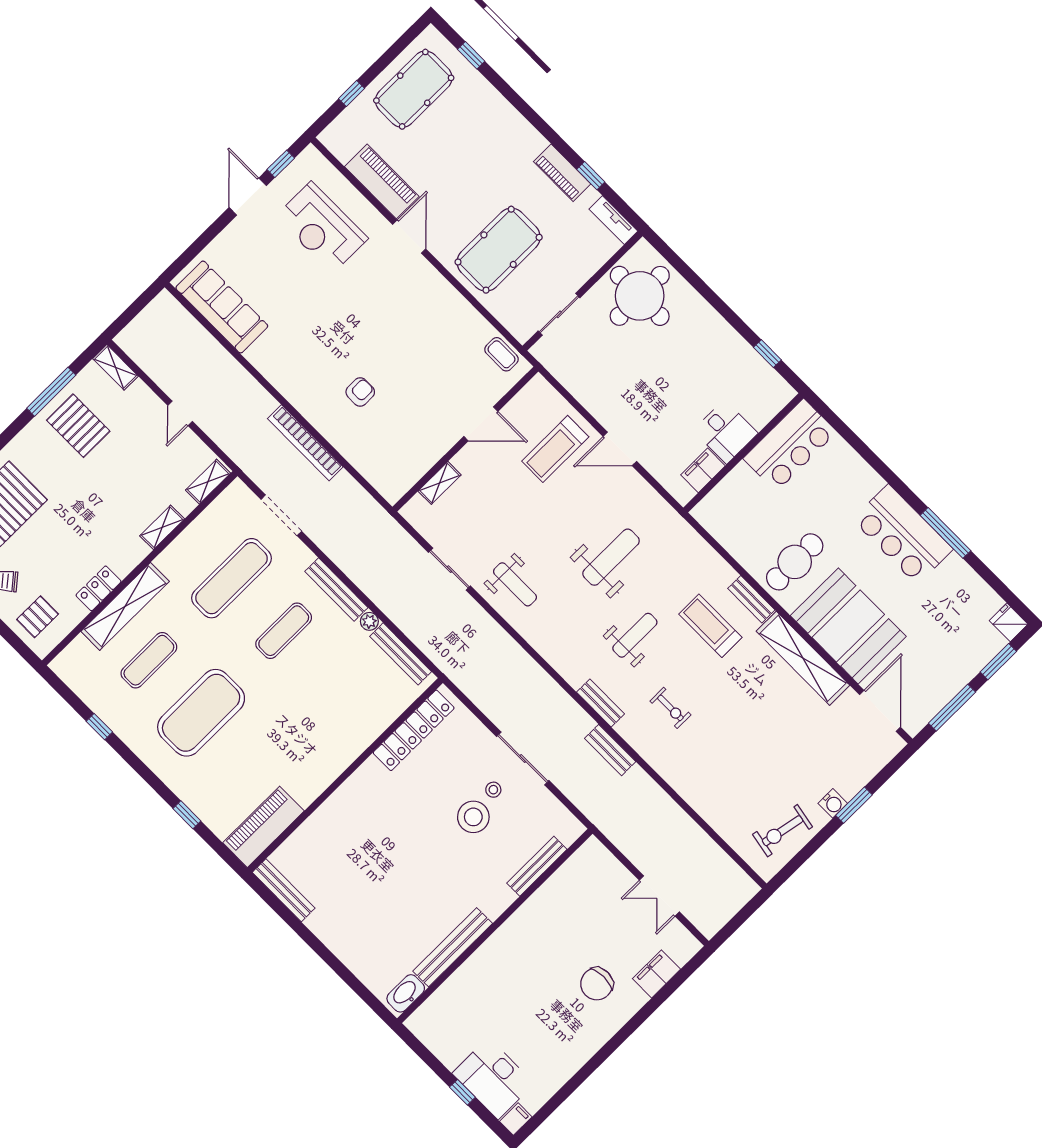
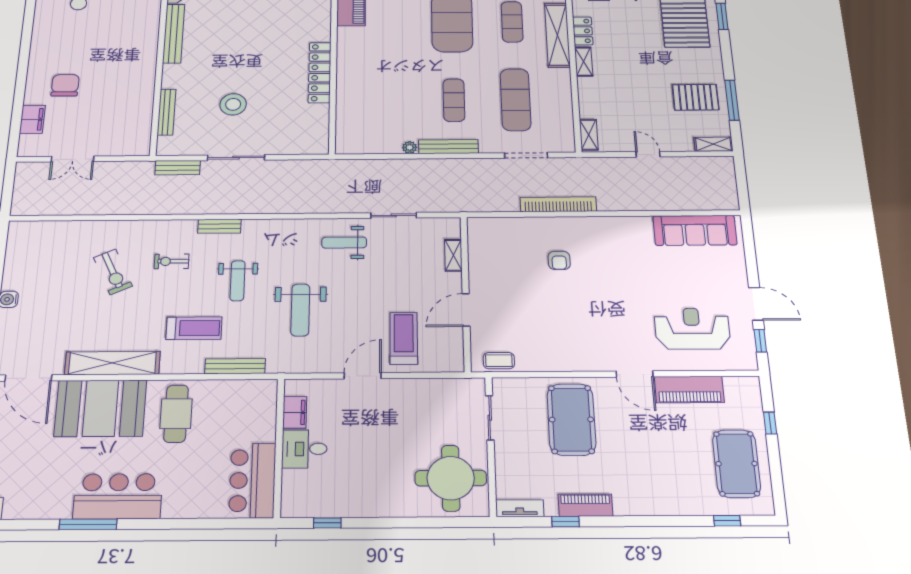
shelving: (162, 527) -> (584, 61), moved
bench: (751, 599) -> (235, 366), moved, width x1.36
bench: (401, 654) -> (372, 147), removed
locker: (414, 730) -> (320, 73), moved
bench: (610, 750) -> (178, 168), moved
stool: (493, 790) -> (236, 127), removed
exercise bike: (783, 831) -> (113, 272), moved, turned 144
double door: (659, 896) -> (73, 159), swing flipped

